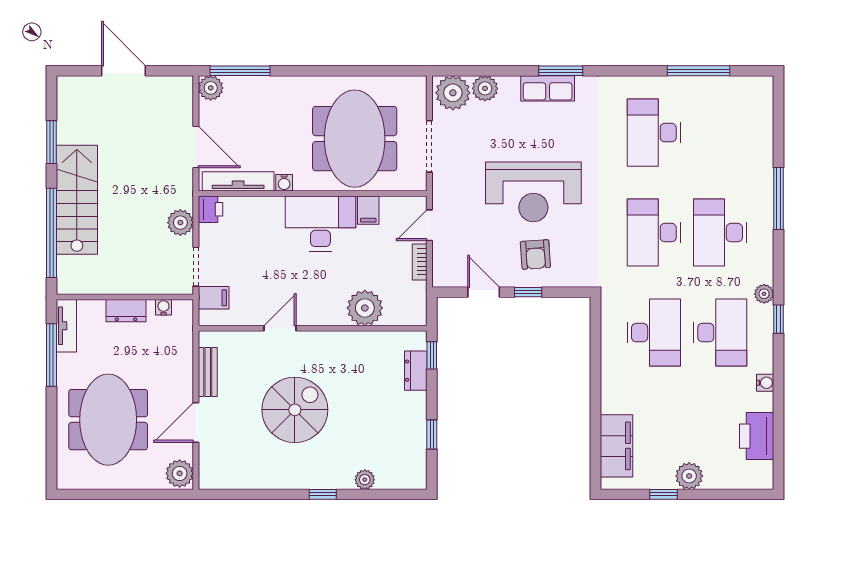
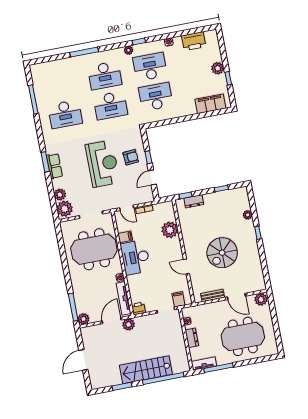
plant: (180, 223) -> (129, 325), moved
spiral stairs: (295, 410) -> (222, 253), turned -90

